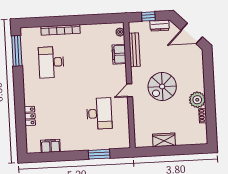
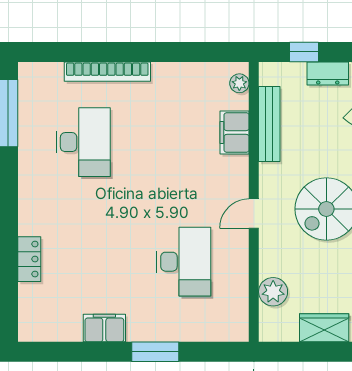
desk: (51, 62) -> (83, 142), turned 180
plant: (140, 125) -> (273, 292), added
filing cabinet: (50, 146) -> (104, 328), moved
window: (99, 154) -> (155, 352), moved

